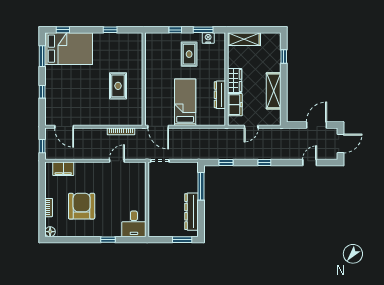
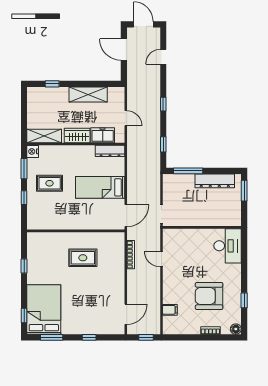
nightstand: (208, 38) -> (33, 151), moved
shelving: (244, 39) -> (44, 136), moved, turned 90
dresser: (220, 95) -> (110, 151), moved
door: (310, 162) -> (163, 57), hinge flipped
filing cabinet: (63, 169) -> (170, 310), width x0.50
desk: (134, 224) -> (228, 246), width x1.37
window: (108, 240) -> (244, 300), moved

